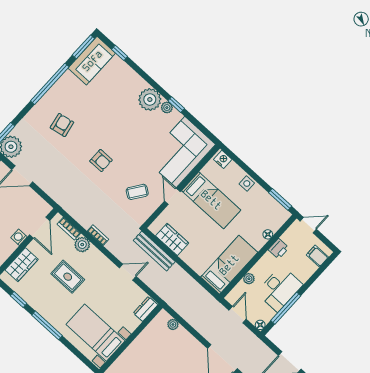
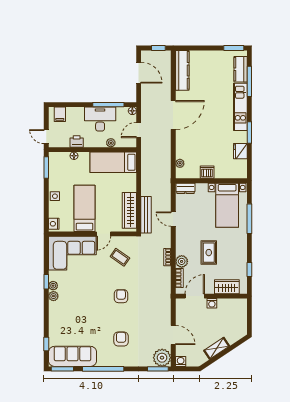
sofa: (92, 61) -> (73, 356), width x1.36
plant: (150, 100) -> (53, 296), width x0.53, depth x0.53
armchair: (62, 125) -> (121, 339), turned 101
wardrobe: (172, 239) -> (129, 210), width x1.50
window: (47, 325) -> (249, 219), moved
dishwasher: (142, 342) -> (207, 172), added

